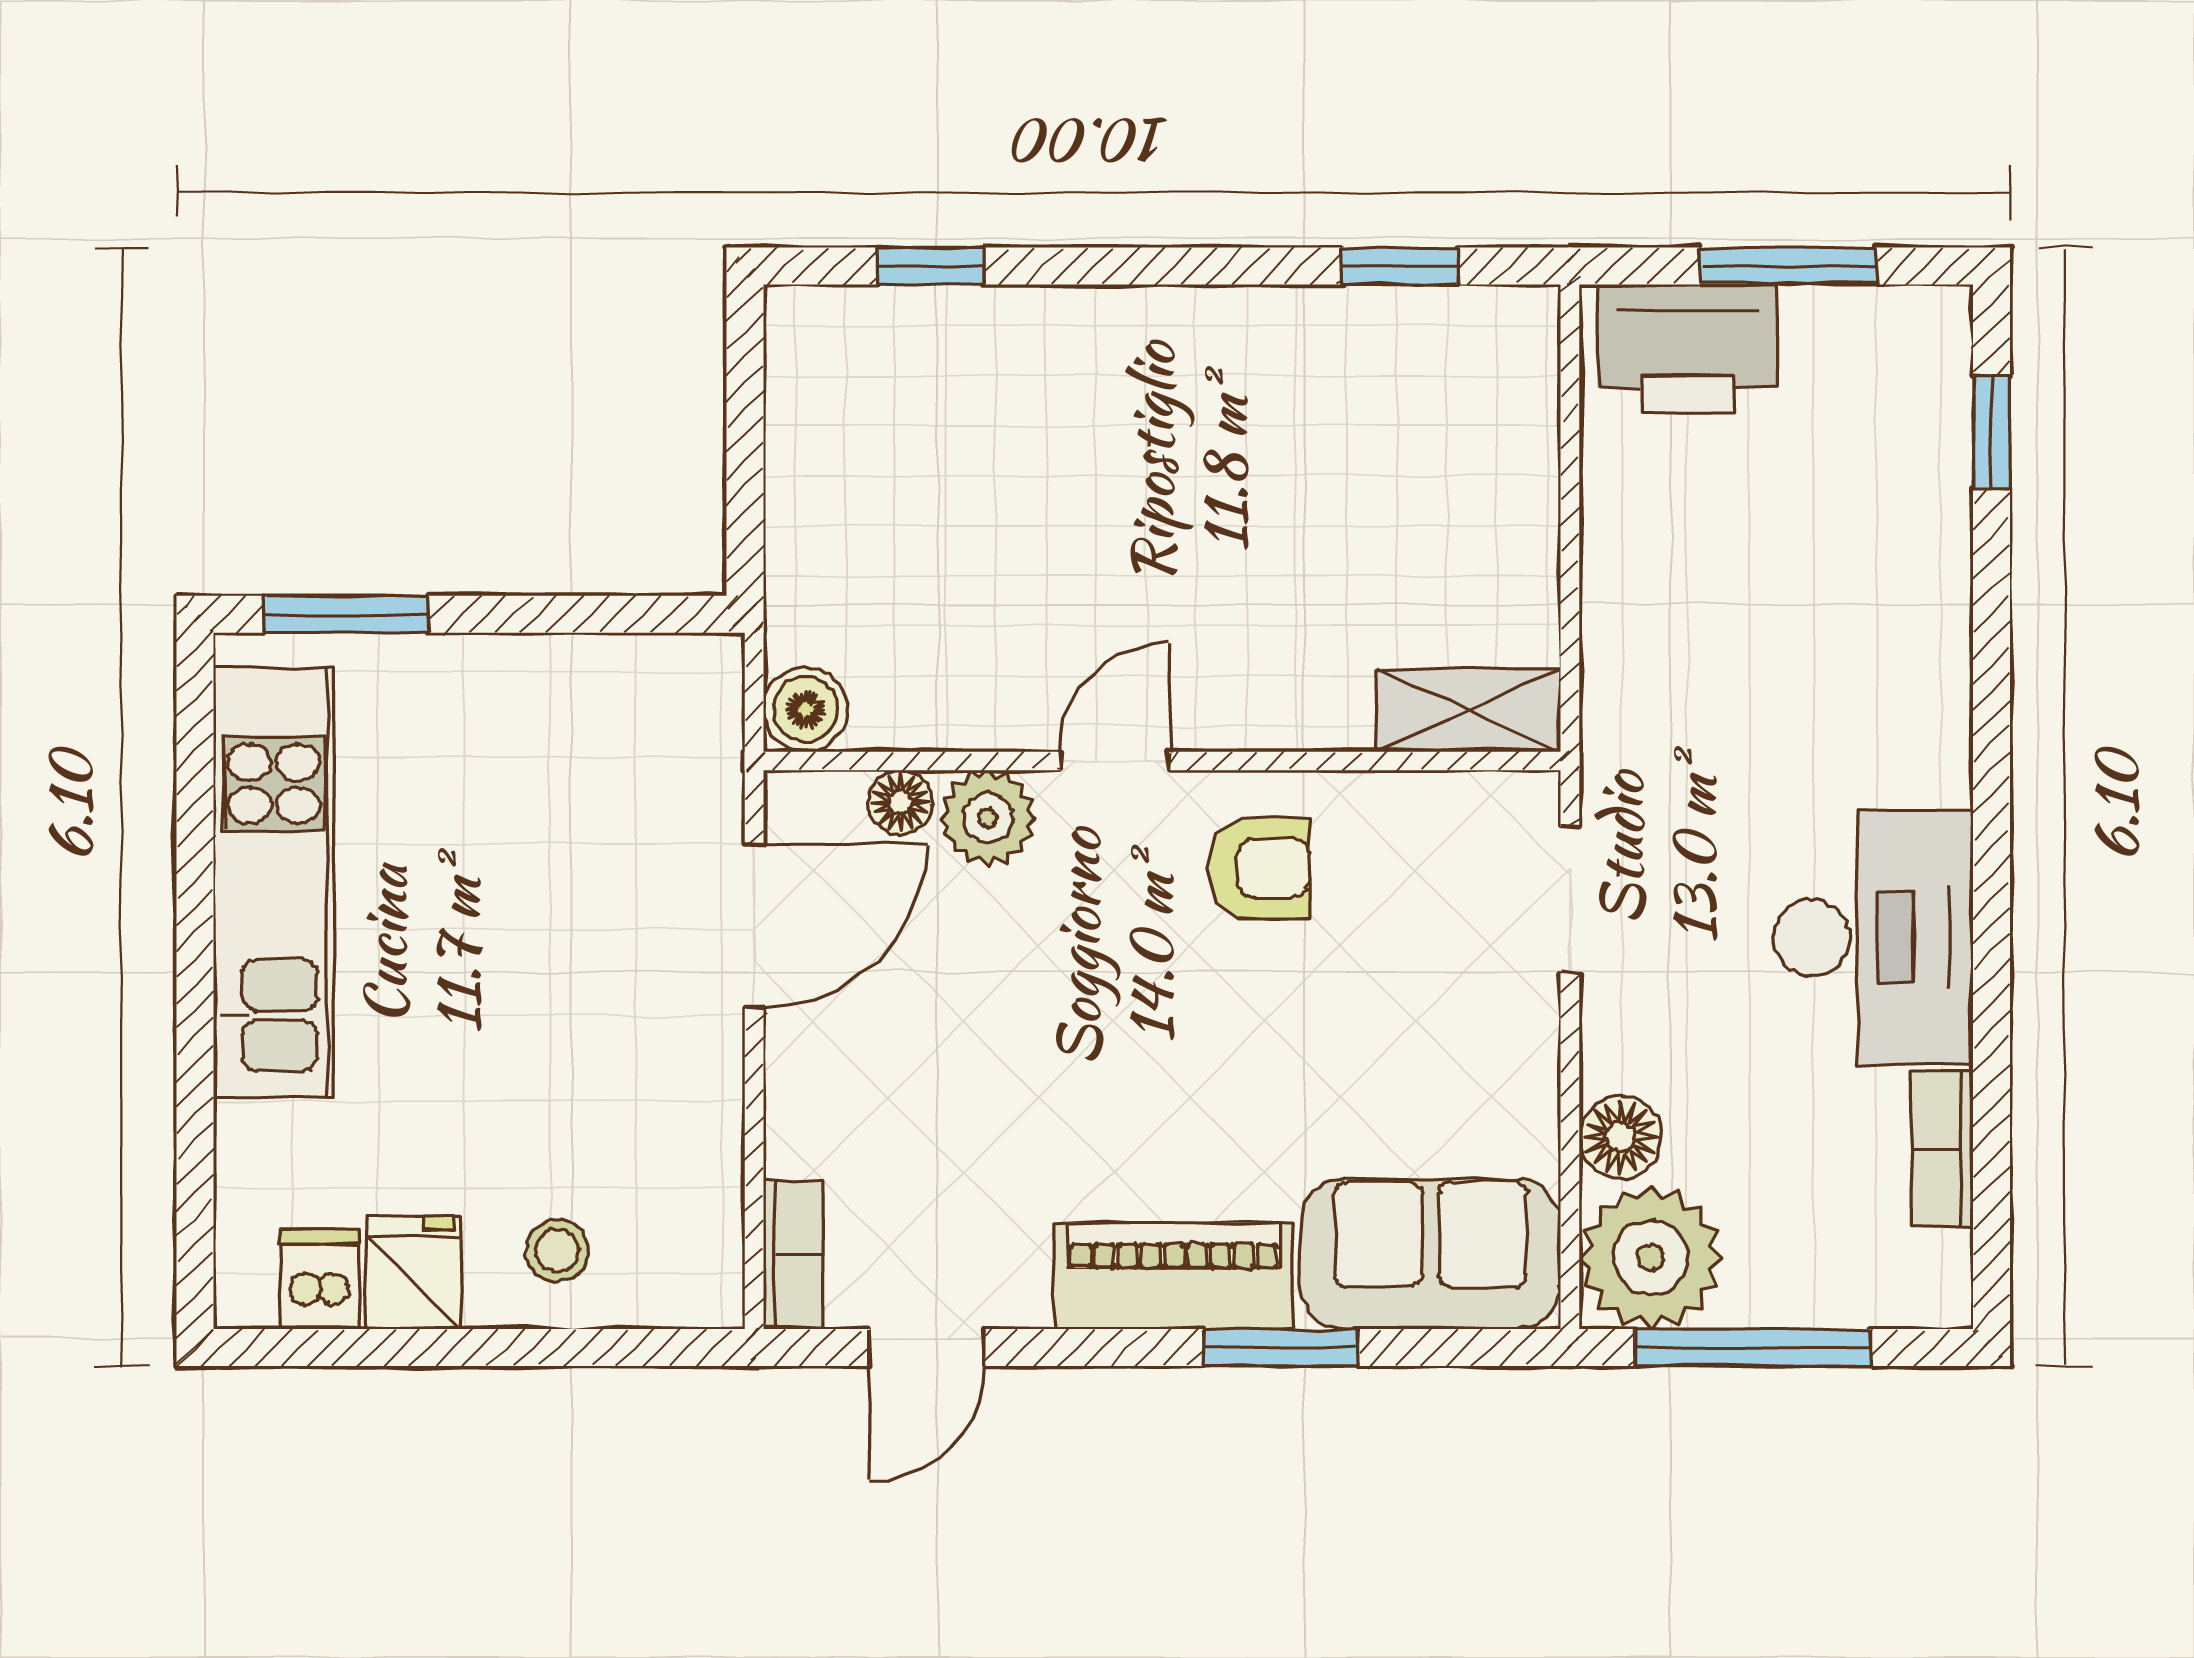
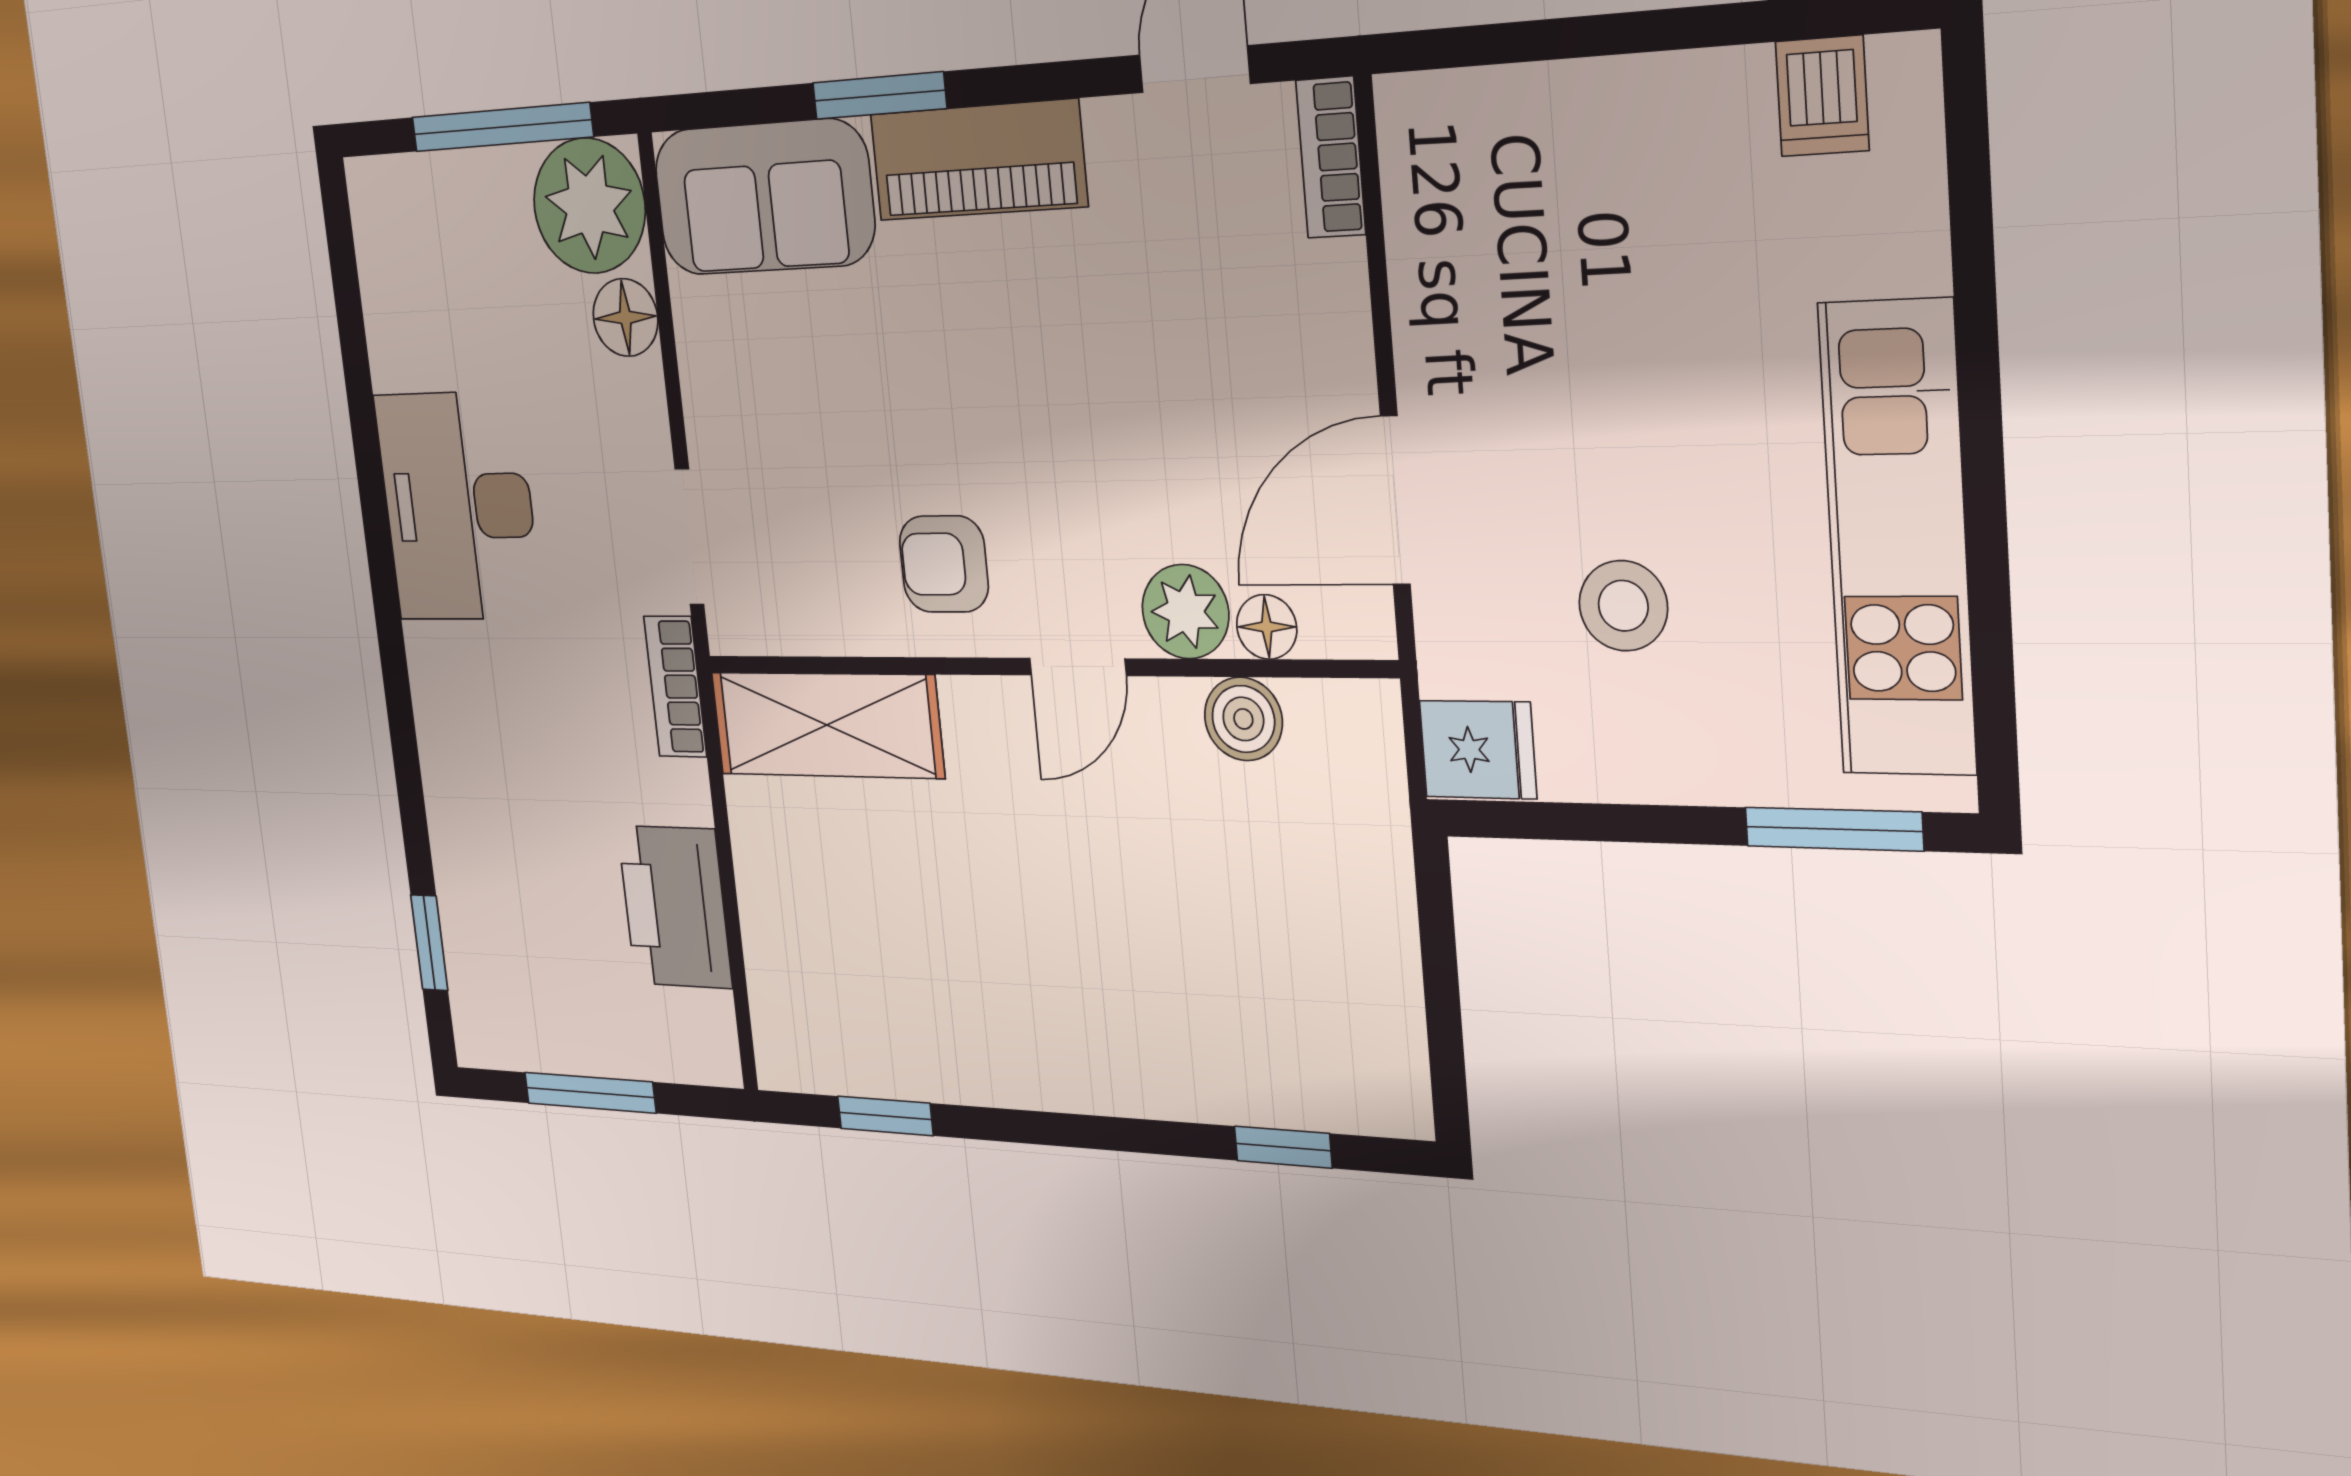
printer: (1687, 349) -> (675, 907), moved, turned -90
boiler: (806, 709) -> (1243, 719), moved
shelving: (1468, 710) -> (827, 725), width x1.50, depth x1.33
bookcase: (1942, 1150) -> (675, 687), moved, turned 180
stool: (557, 1251) -> (1623, 606), moved, width x1.37, depth x1.37
fridge: (414, 1273) -> (1478, 750), moved, turned -90

